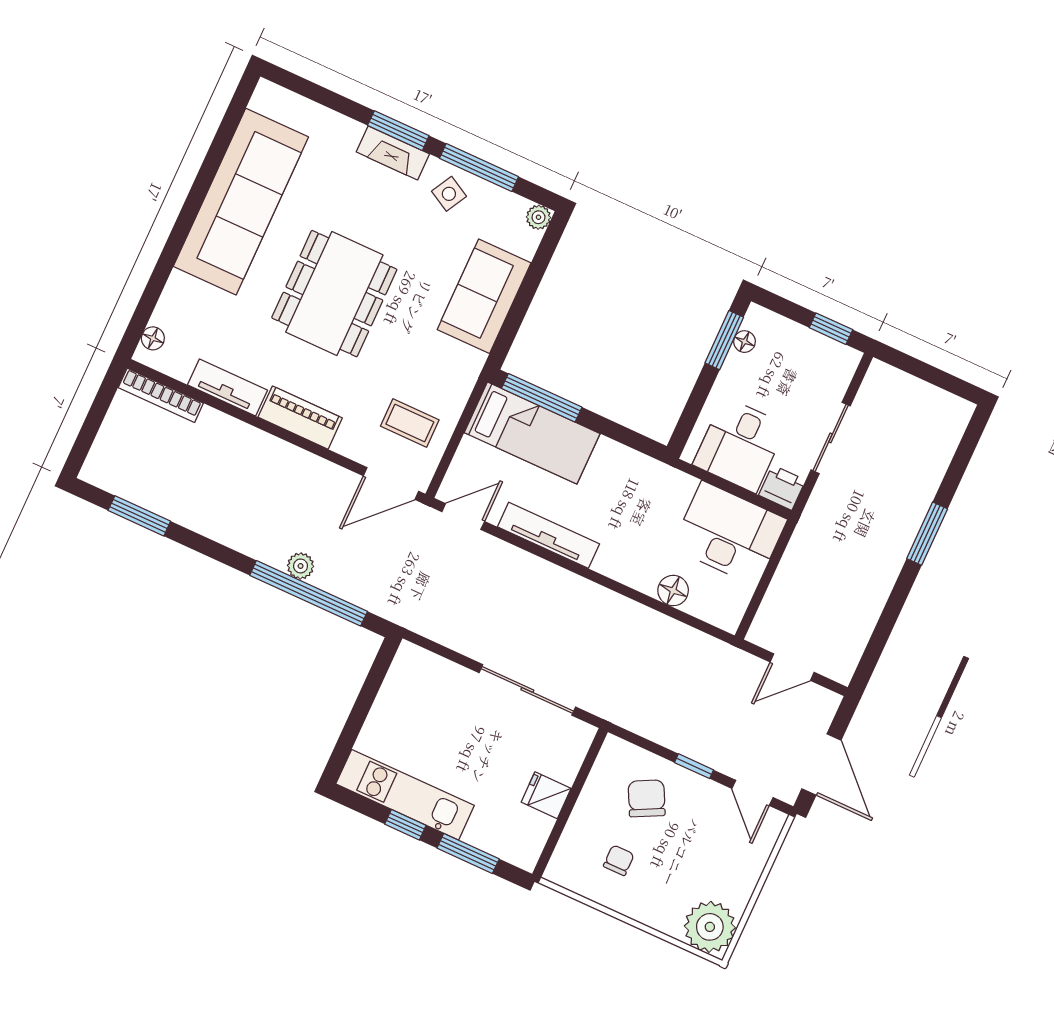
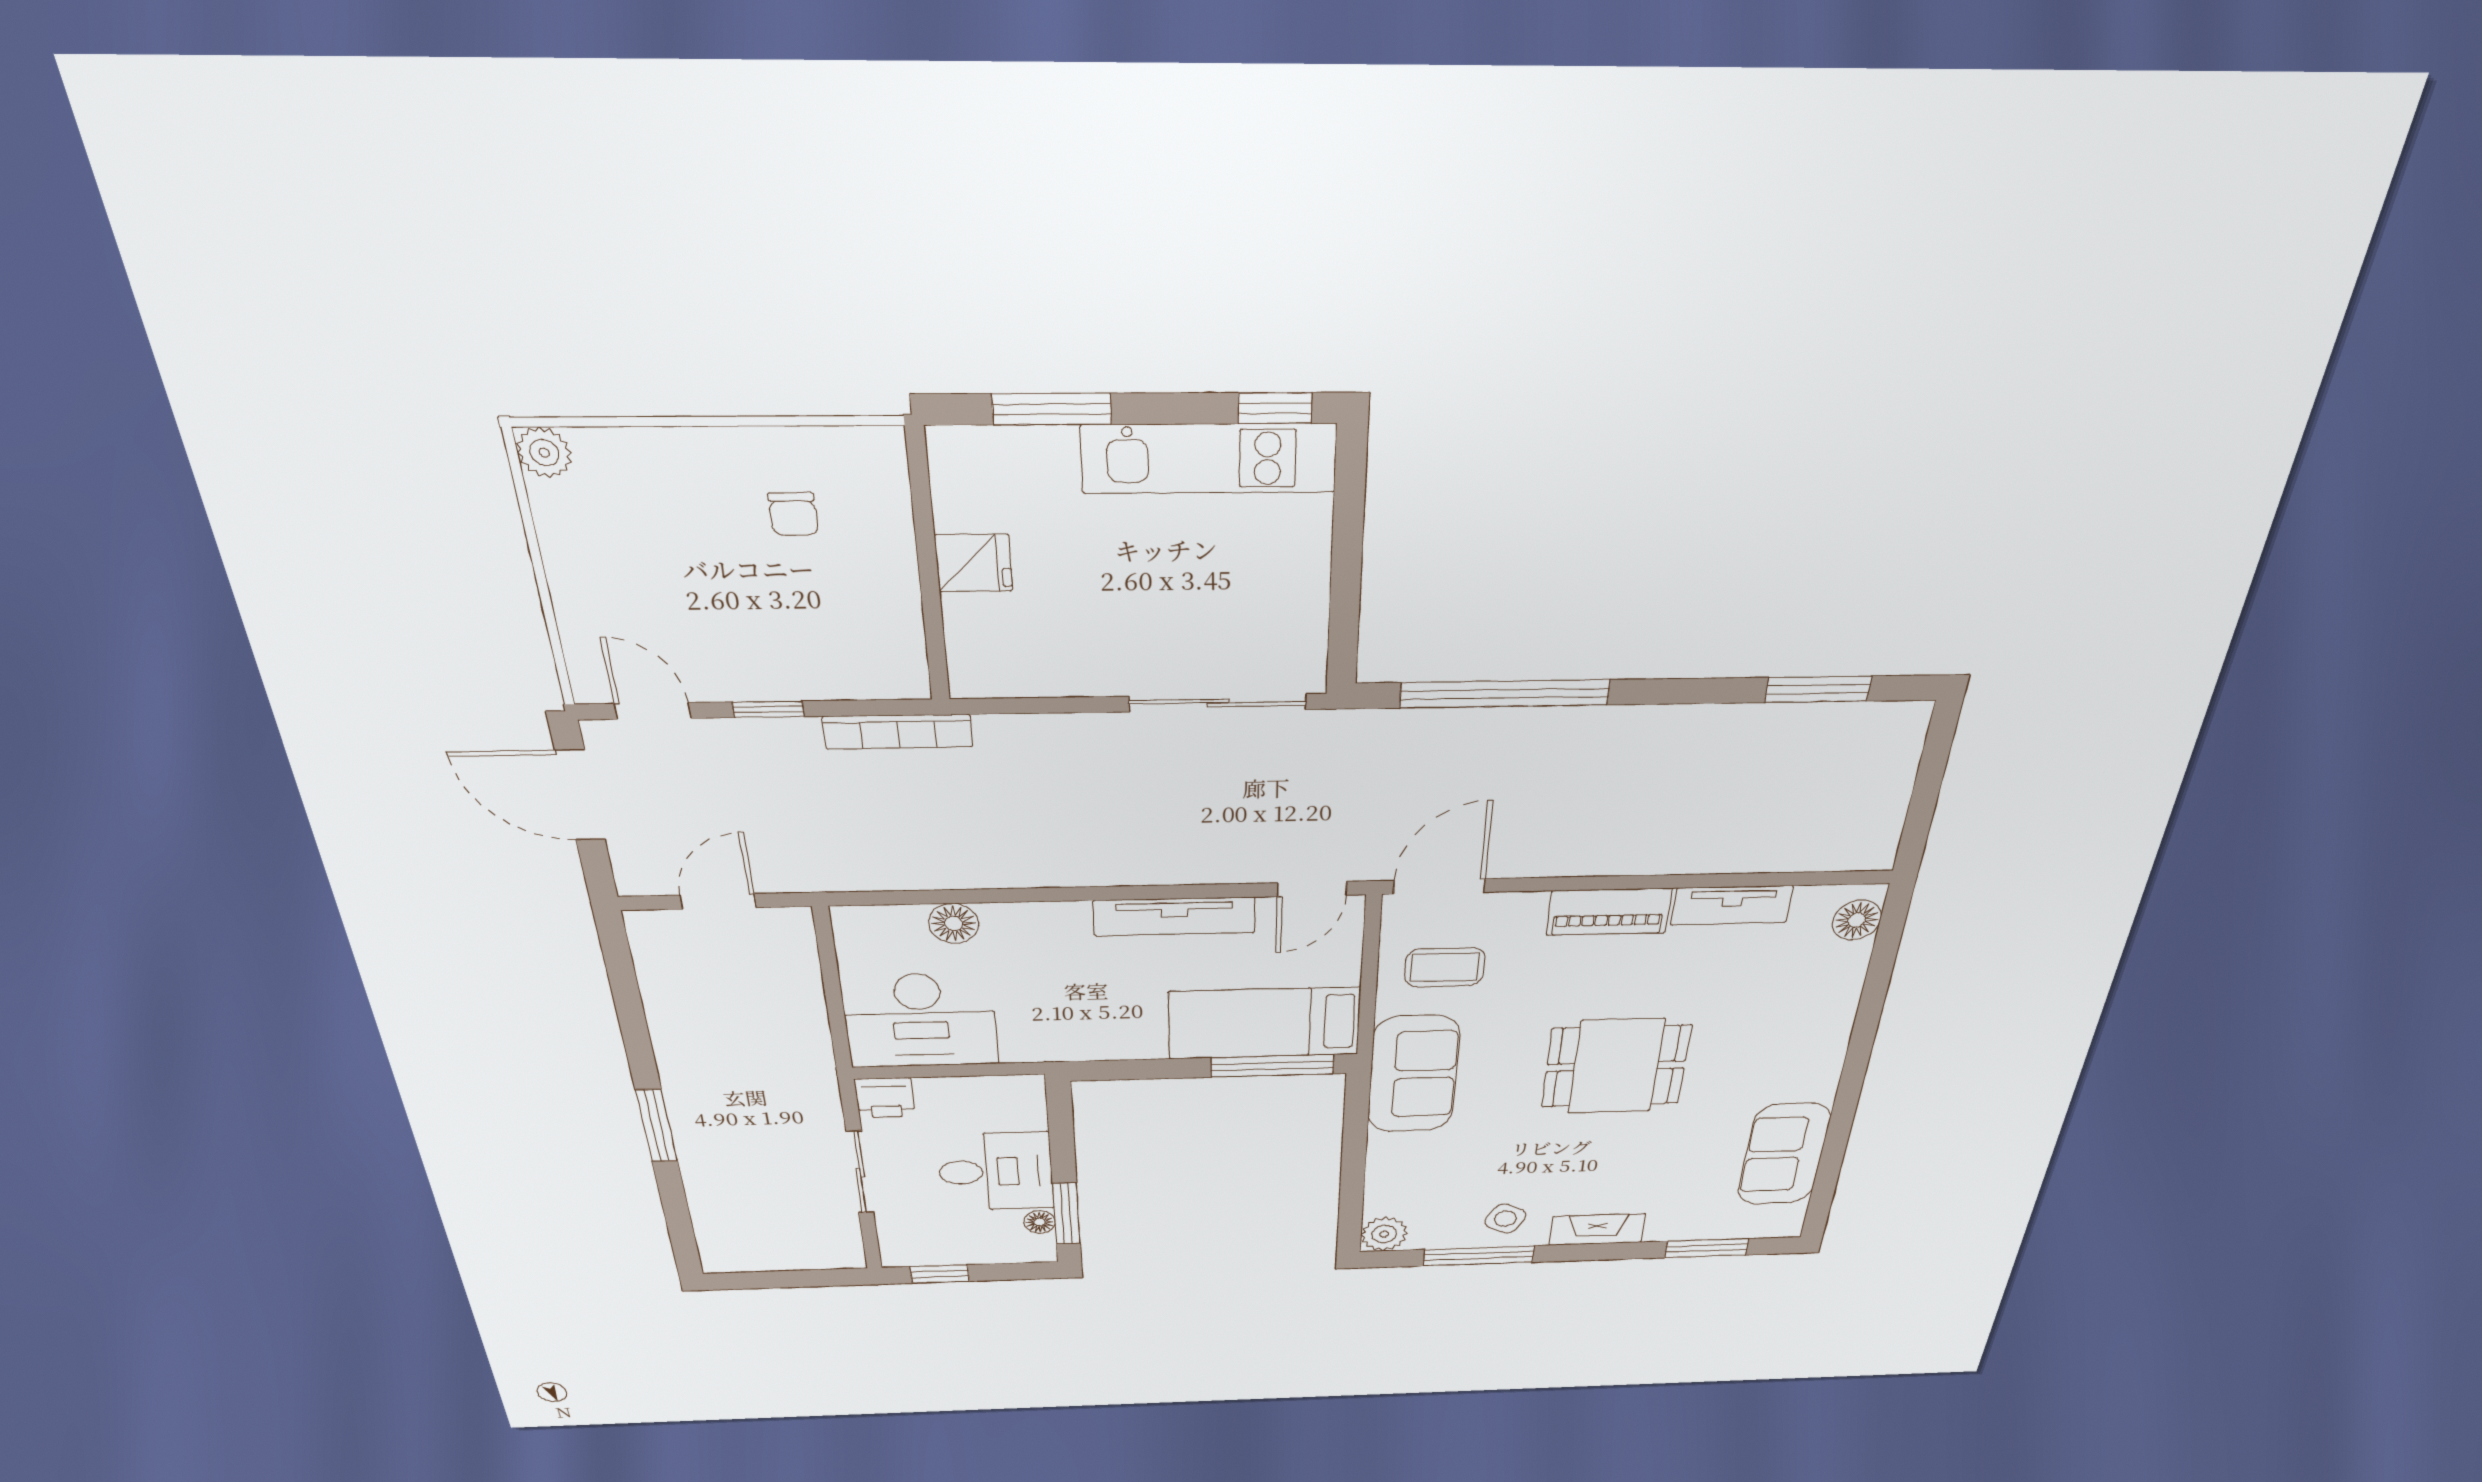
window: (398, 131) -> (1707, 1248), moved
sofa: (241, 202) -> (1784, 1154), width x0.54, depth x0.79
plant: (538, 217) -> (1384, 1234), width x1.38, depth x1.38
dining table: (334, 294) -> (1616, 1066), width x0.73
sofa: (484, 296) -> (1413, 1074), moved
floor lamp: (153, 338) -> (1857, 920), width x1.37, depth x1.37
bookcase: (161, 395) -> (898, 732), moved, turned 180
desk: (740, 445) -> (996, 1172), moved, turned 90
plant: (301, 566) -> (1533, 726), removed
sliding door: (527, 690) -> (1218, 703), moved
chair: (647, 798) -> (810, 630), removed
window: (405, 825) -> (1275, 408), moved
plant: (710, 927) -> (544, 453), width x0.53, depth x0.53

